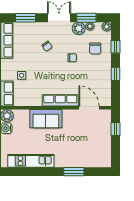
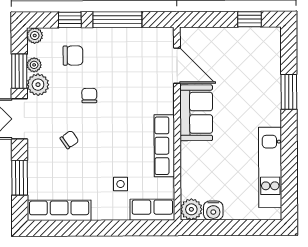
window: (115, 74) -> (117, 20), width x2.17
row of seats: (60, 100) -> (164, 146), moved
door: (89, 108) -> (177, 66), swing flipped
sofa: (46, 119) -> (196, 113), moved
window: (115, 129) -> (250, 19), moved

